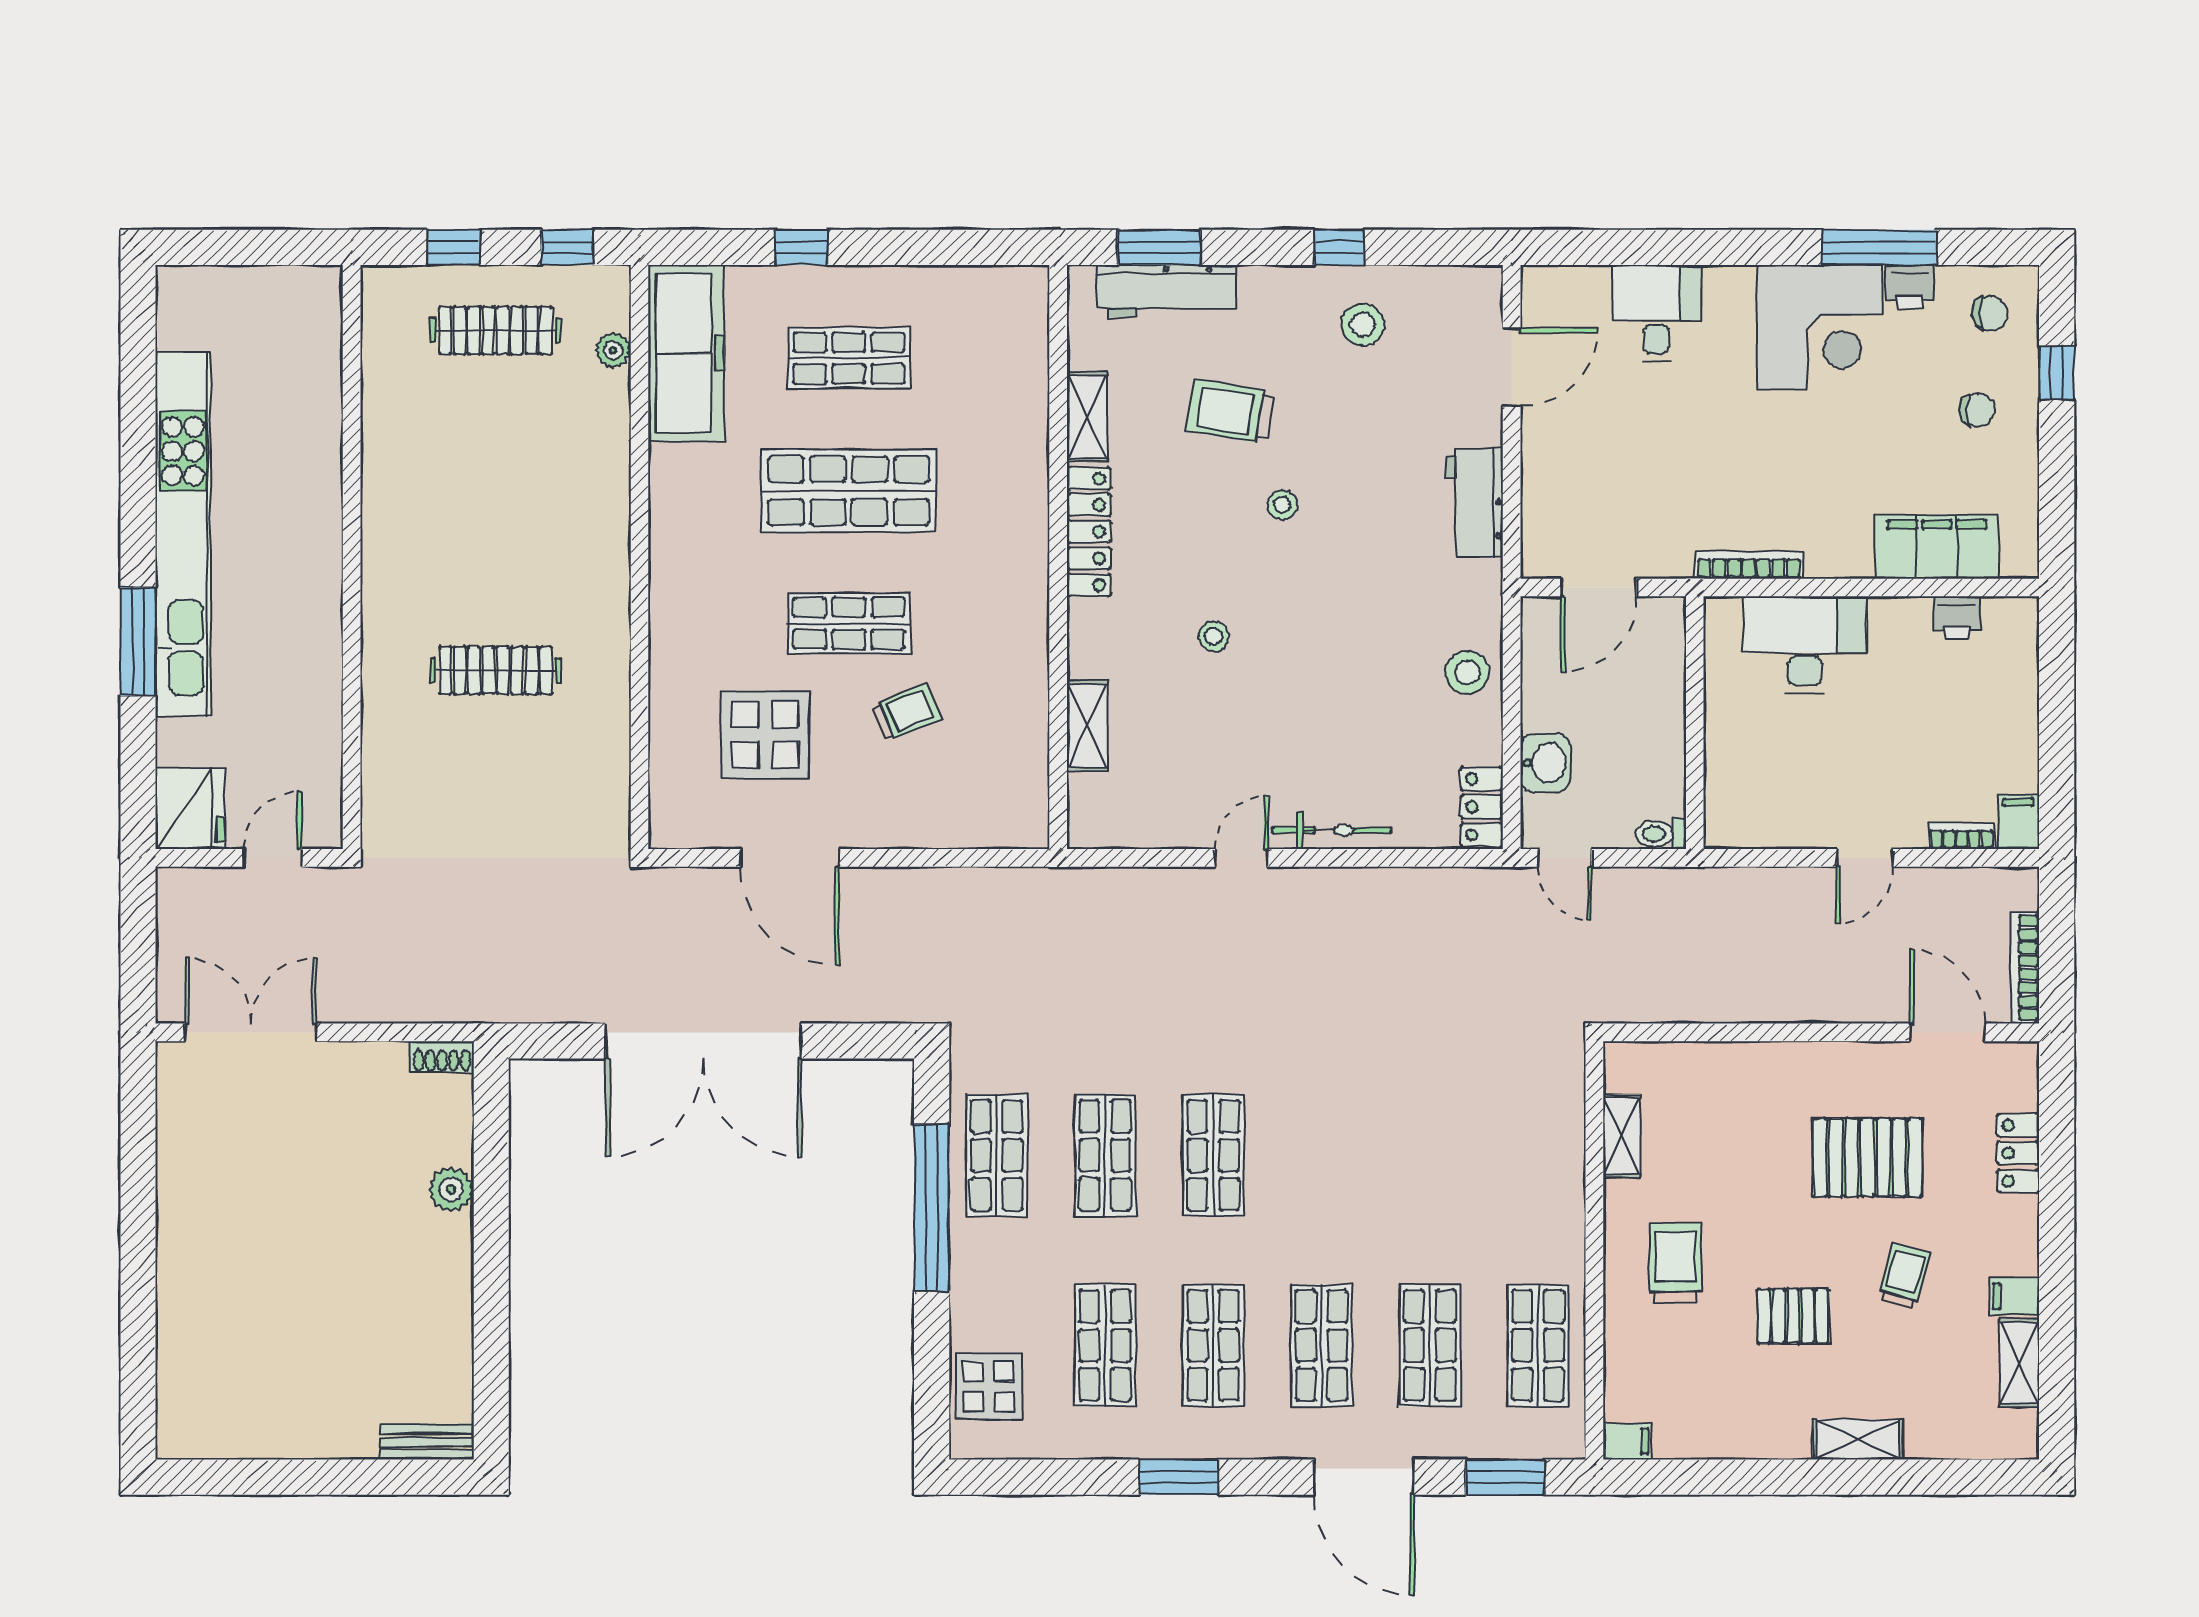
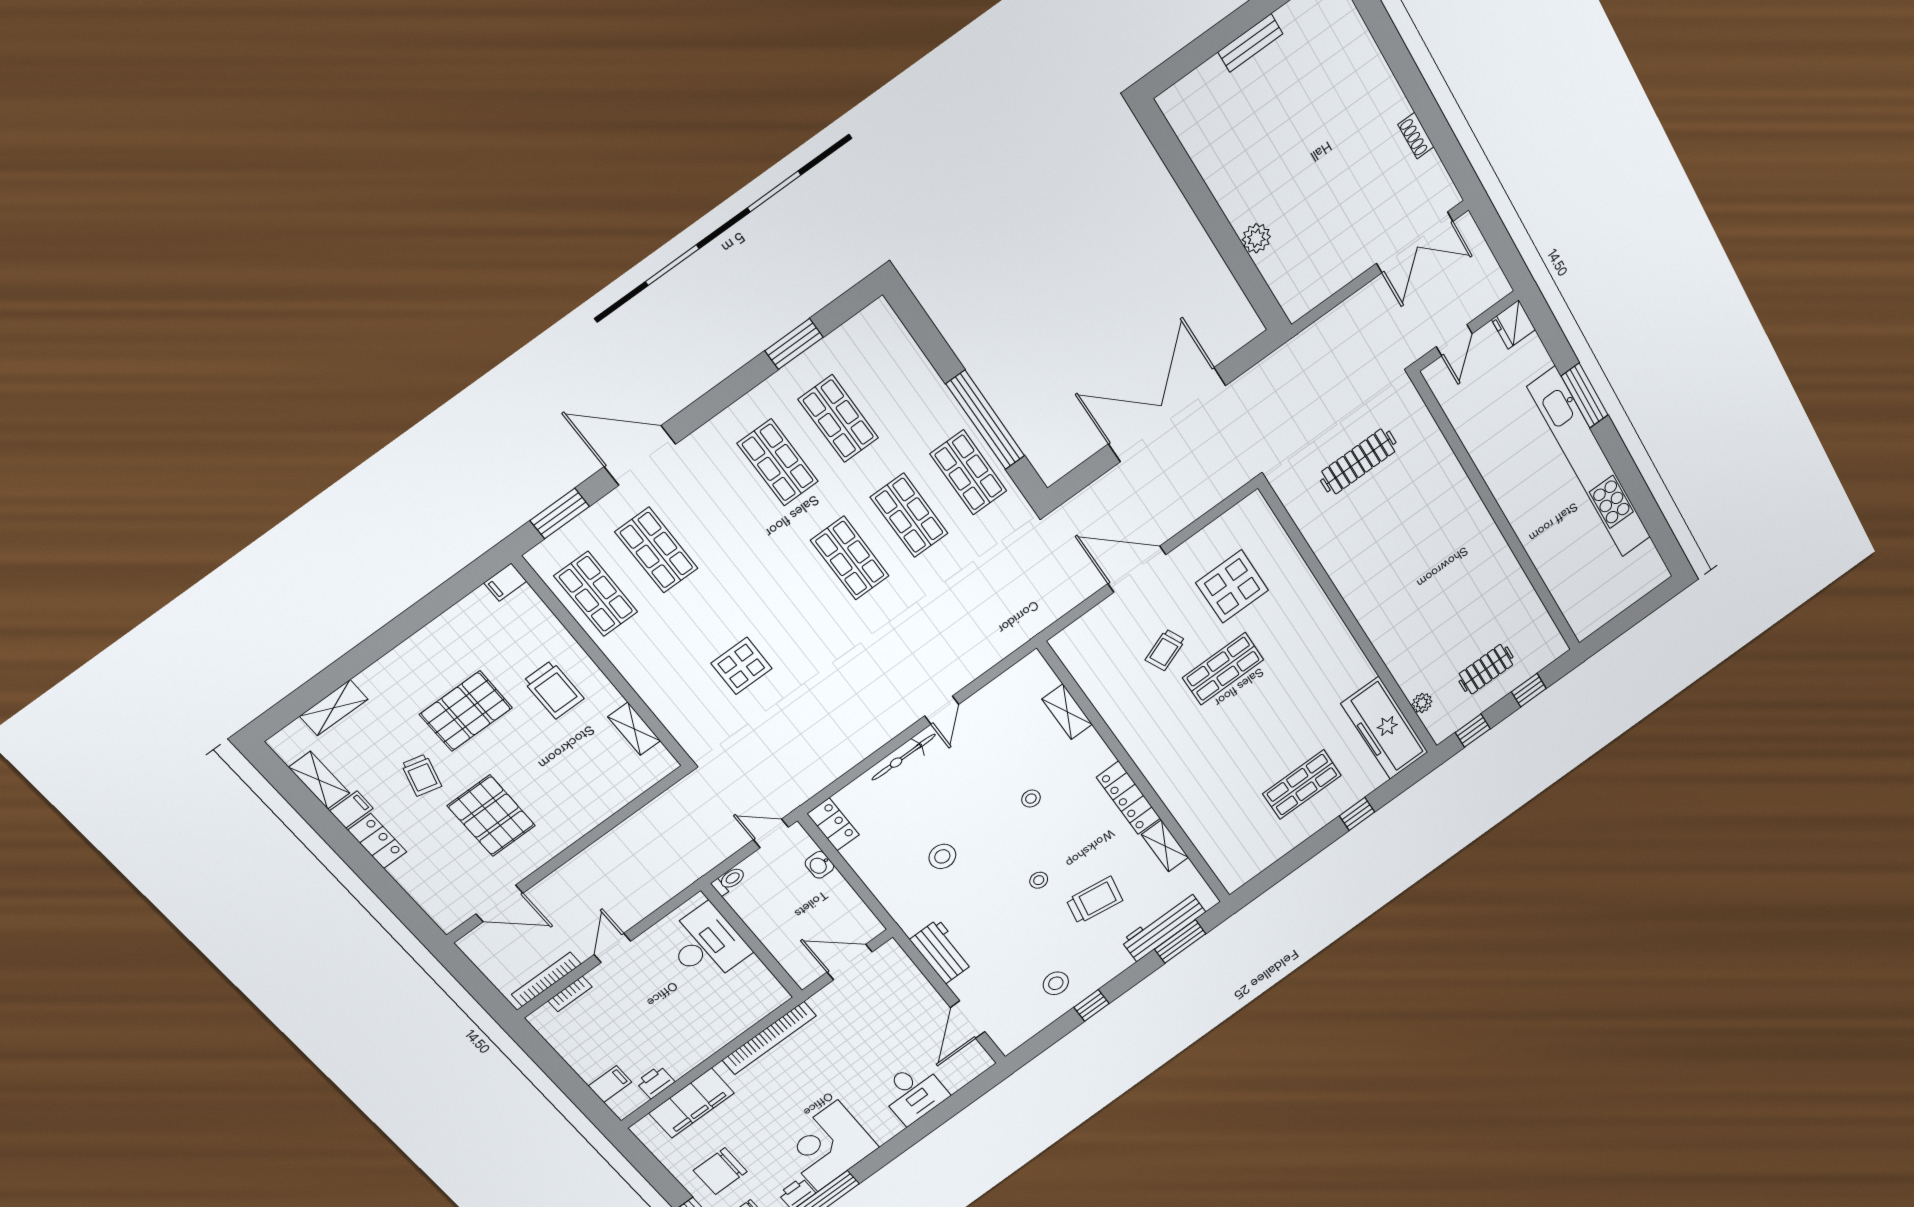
clothes rail: (496, 330) -> (1486, 669), width x0.73
chair: (1977, 410) -> (720, 1171), width x1.87, depth x1.87
shop shelf: (849, 491) -> (1263, 728), removed
bookcase: (1749, 565) -> (769, 1038), width x1.48, depth x1.31
door: (1599, 588) -> (850, 962), hinge flipped
desk: (1805, 645) -> (706, 944), moved, turned -90
clothes rail: (496, 670) -> (1358, 462), moved
stool: (1467, 672) -> (942, 856), moved
washbasin: (1545, 763) -> (819, 865), width x0.72, depth x0.69
fridge: (190, 808) -> (1513, 325), width x0.73, depth x0.75
filing cabinet: (2019, 822) -> (610, 1084), moved, turned -90
door: (790, 858) -> (1137, 569), moved
bookcase: (2025, 968) -> (546, 979), moved, turned -90
shoe rack: (442, 1056) -> (1416, 136), moved, turned -90
locker: (2018, 1153) -> (377, 841), moved
pallet: (1867, 1158) -> (491, 816), turned 90
pallet: (1793, 1316) -> (466, 711), width x1.50, depth x1.42
shop shelf: (1322, 1345) -> (717, 506), removed
display table: (989, 1386) -> (741, 666), moved
shelving: (1858, 1439) -> (334, 708), moved
bench: (427, 1442) -> (1250, 43), moved
window: (1179, 1477) -> (794, 344), moved

